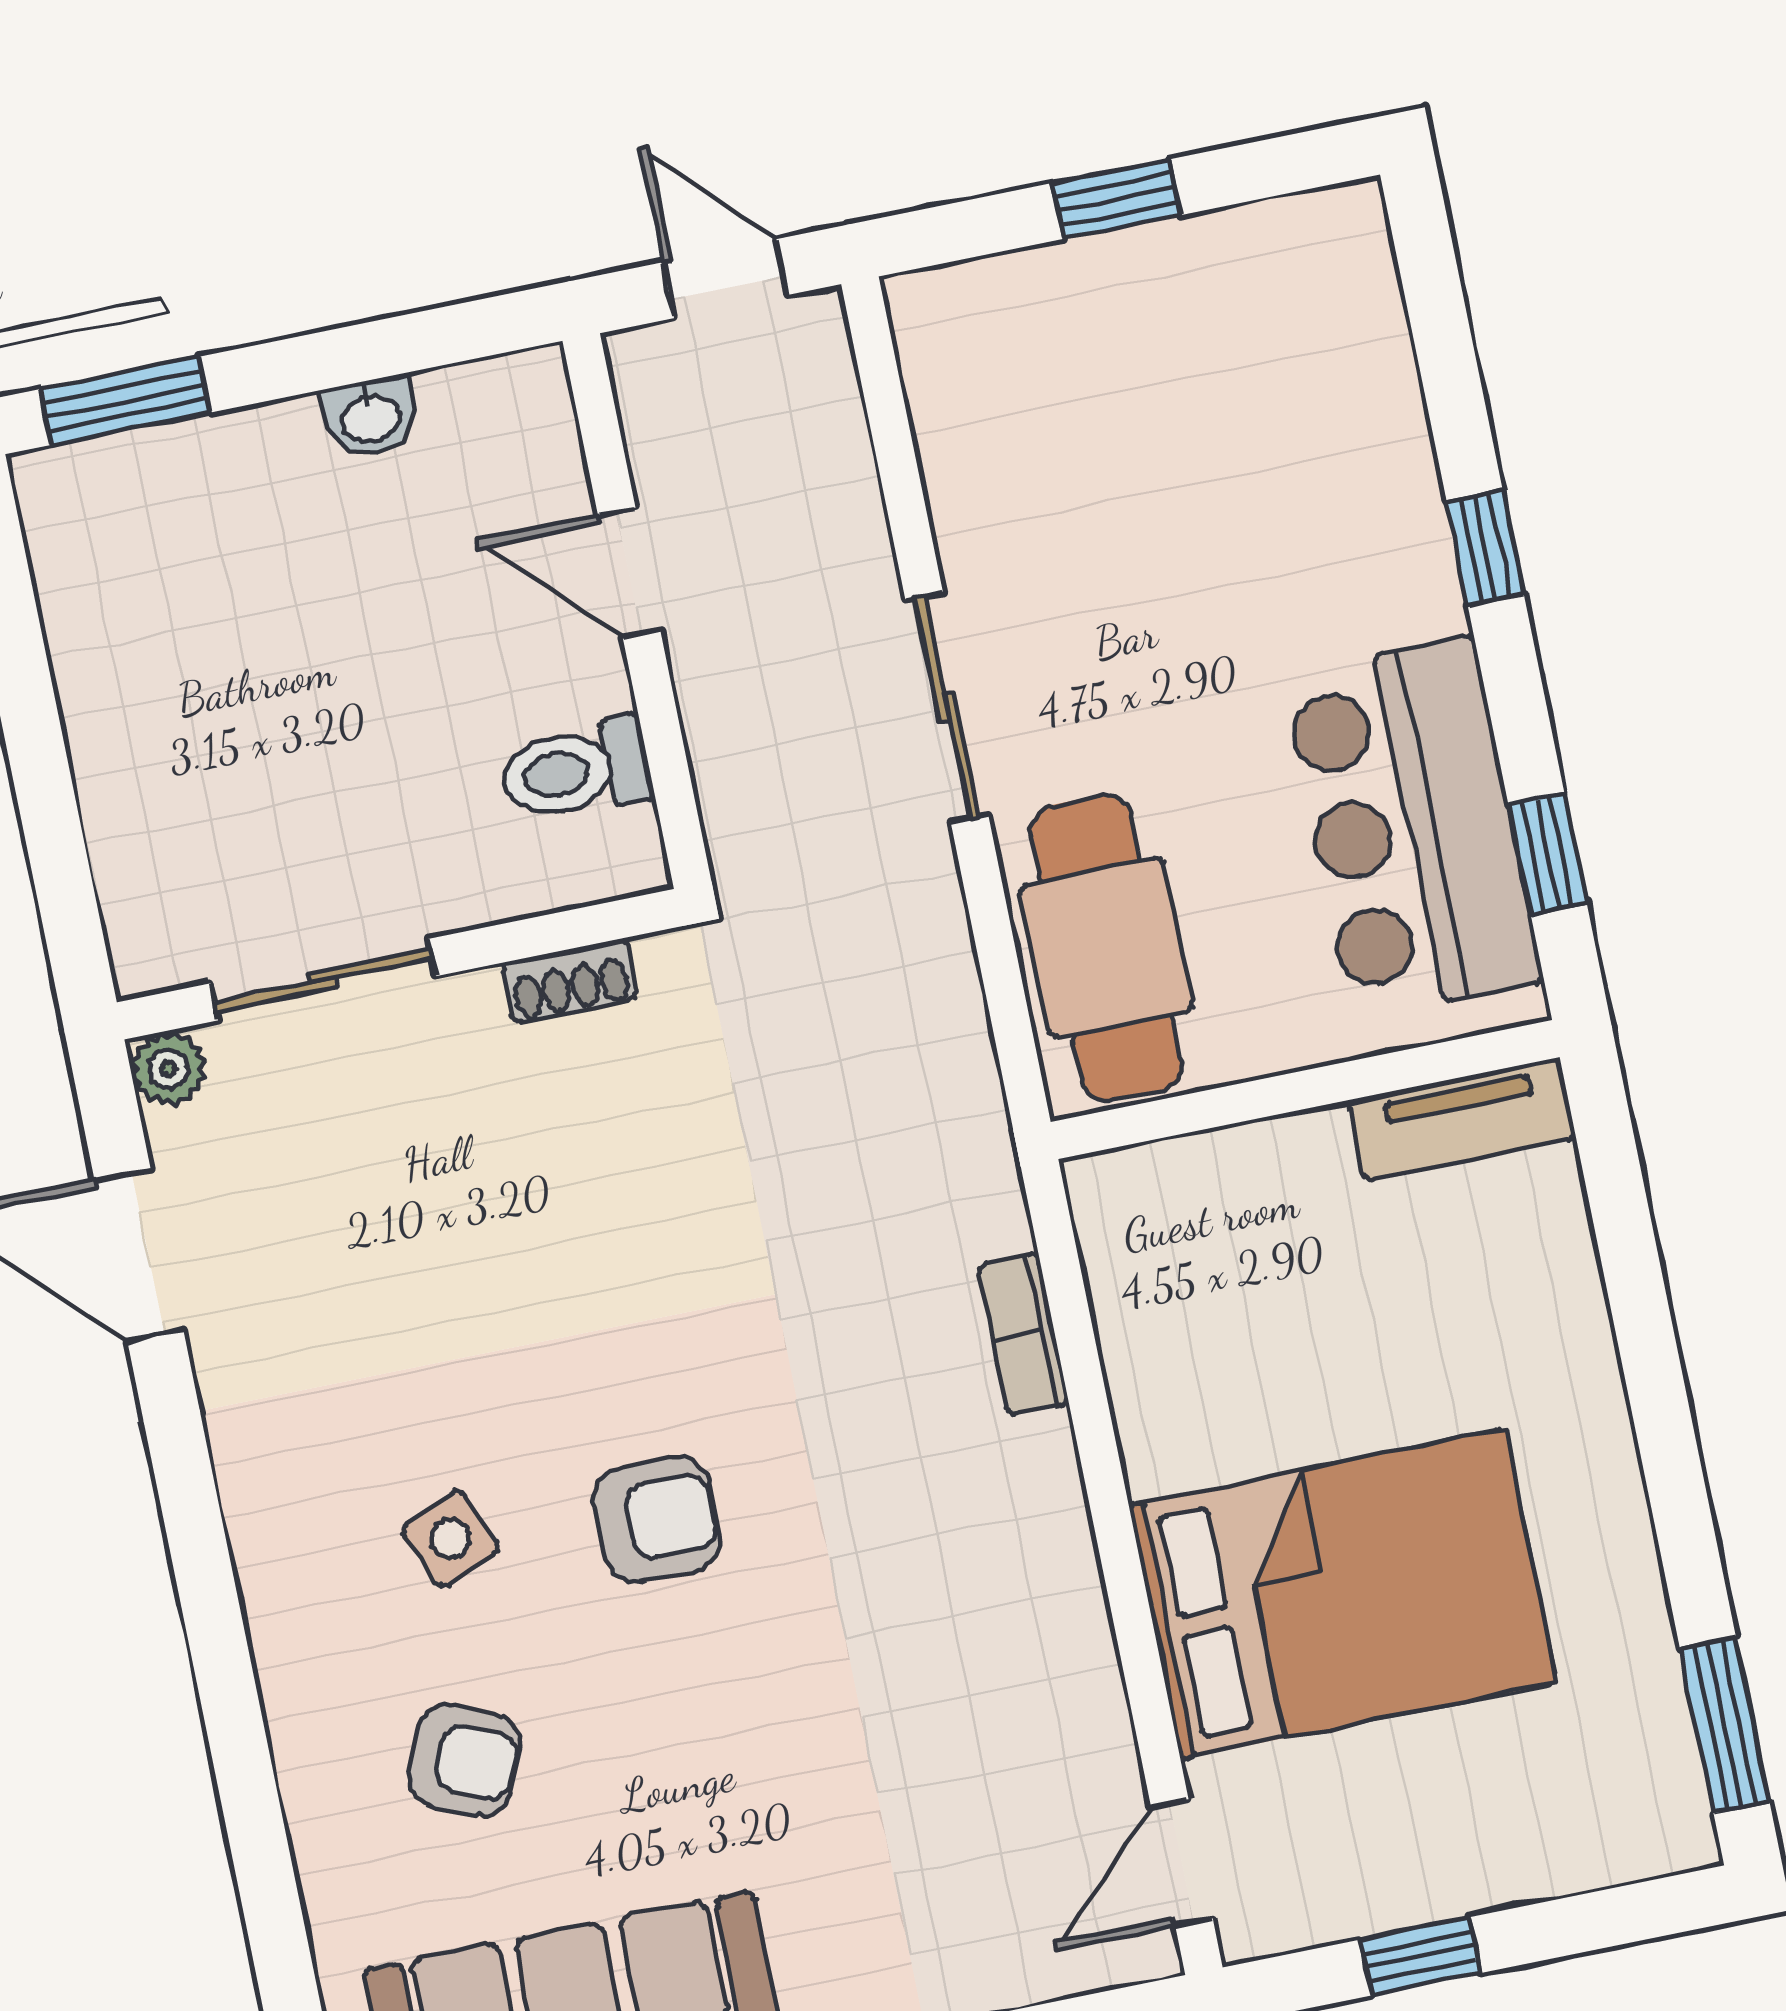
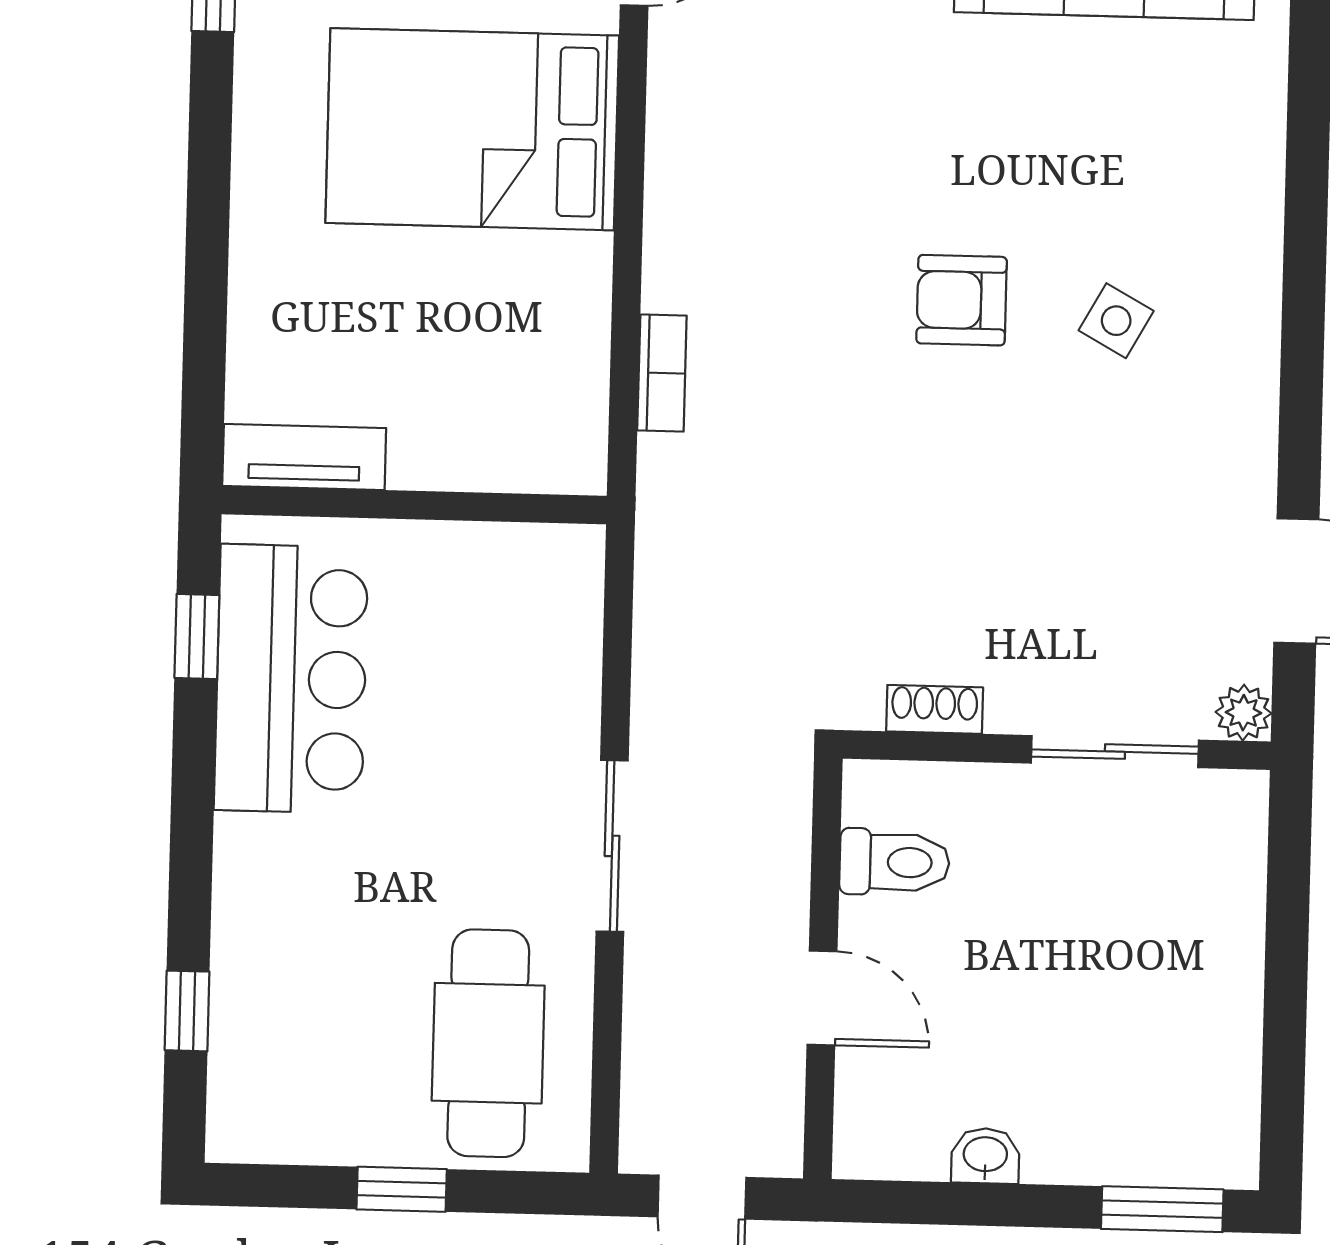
window: (1485, 548) -> (187, 1011), moved
cafe table: (1106, 948) -> (488, 1043), moved
side table: (451, 1539) -> (1116, 321), turned -38
armchair: (465, 1760) -> (1143, 156), removed

